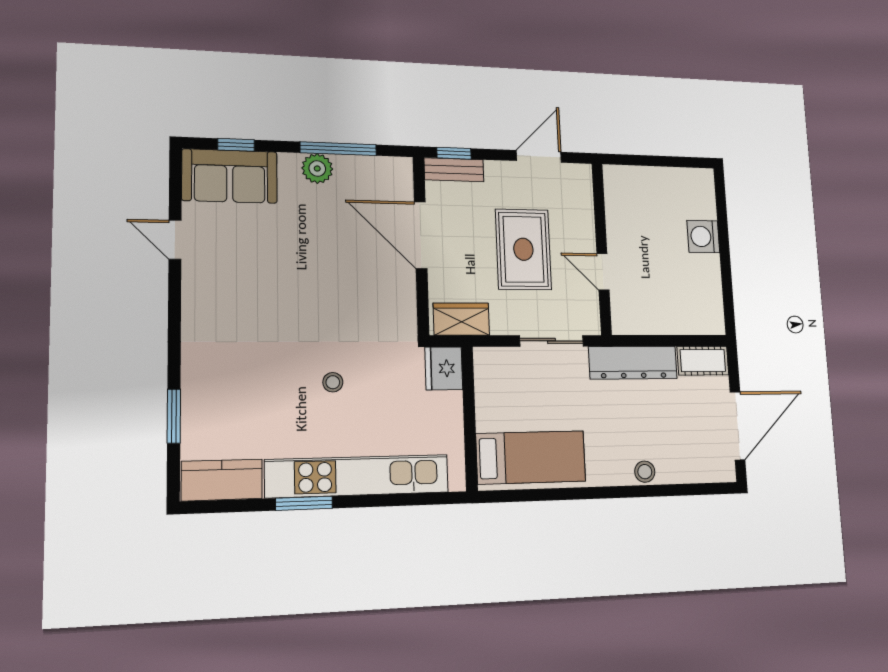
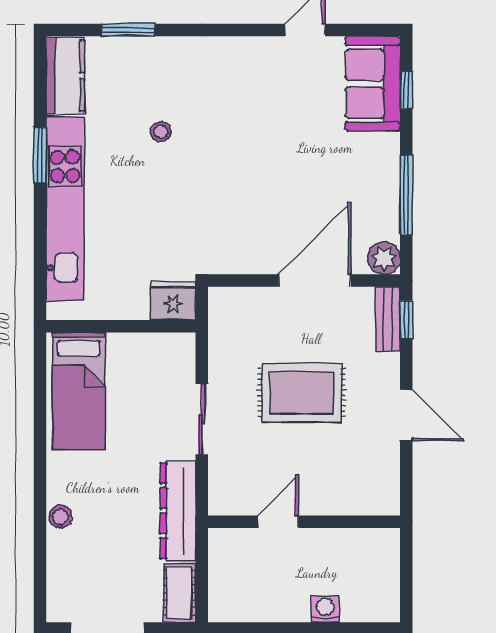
plant: (317, 169) -> (384, 258), moved
washing machine: (703, 236) -> (325, 609), width x0.73, depth x0.73
wall: (602, 249) -> (304, 522), moved
door: (603, 272) -> (278, 522), moved
wardrobe: (461, 319) -> (225, 321), removed
stool: (333, 382) -> (161, 132), moved

